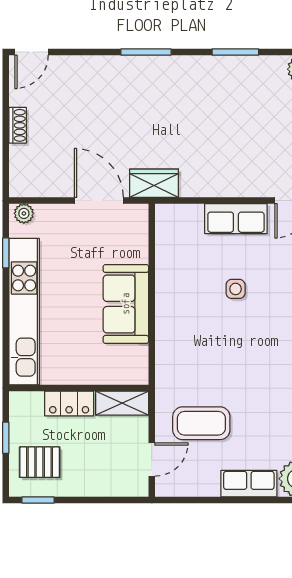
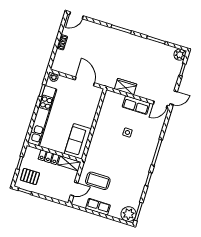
wardrobe: (154, 183) -> (126, 87), moved
sofa: (126, 304) -> (78, 141), moved
row of seats: (249, 484) -> (98, 207), moved

